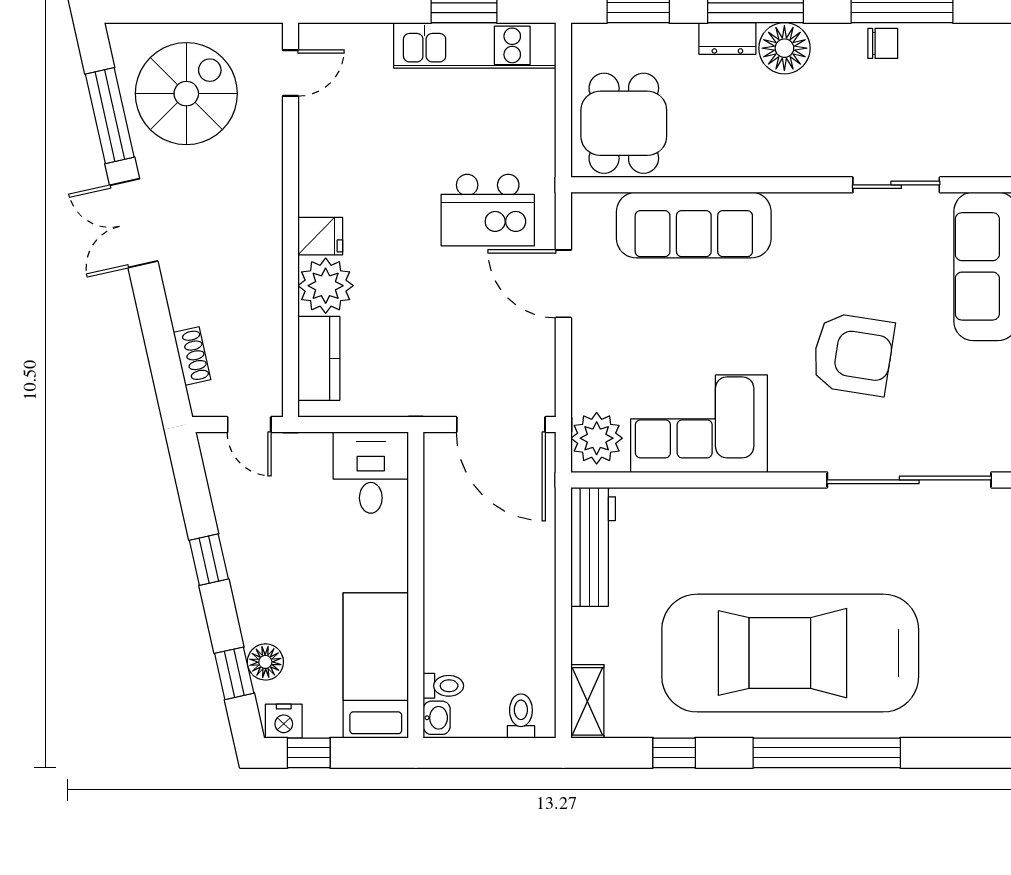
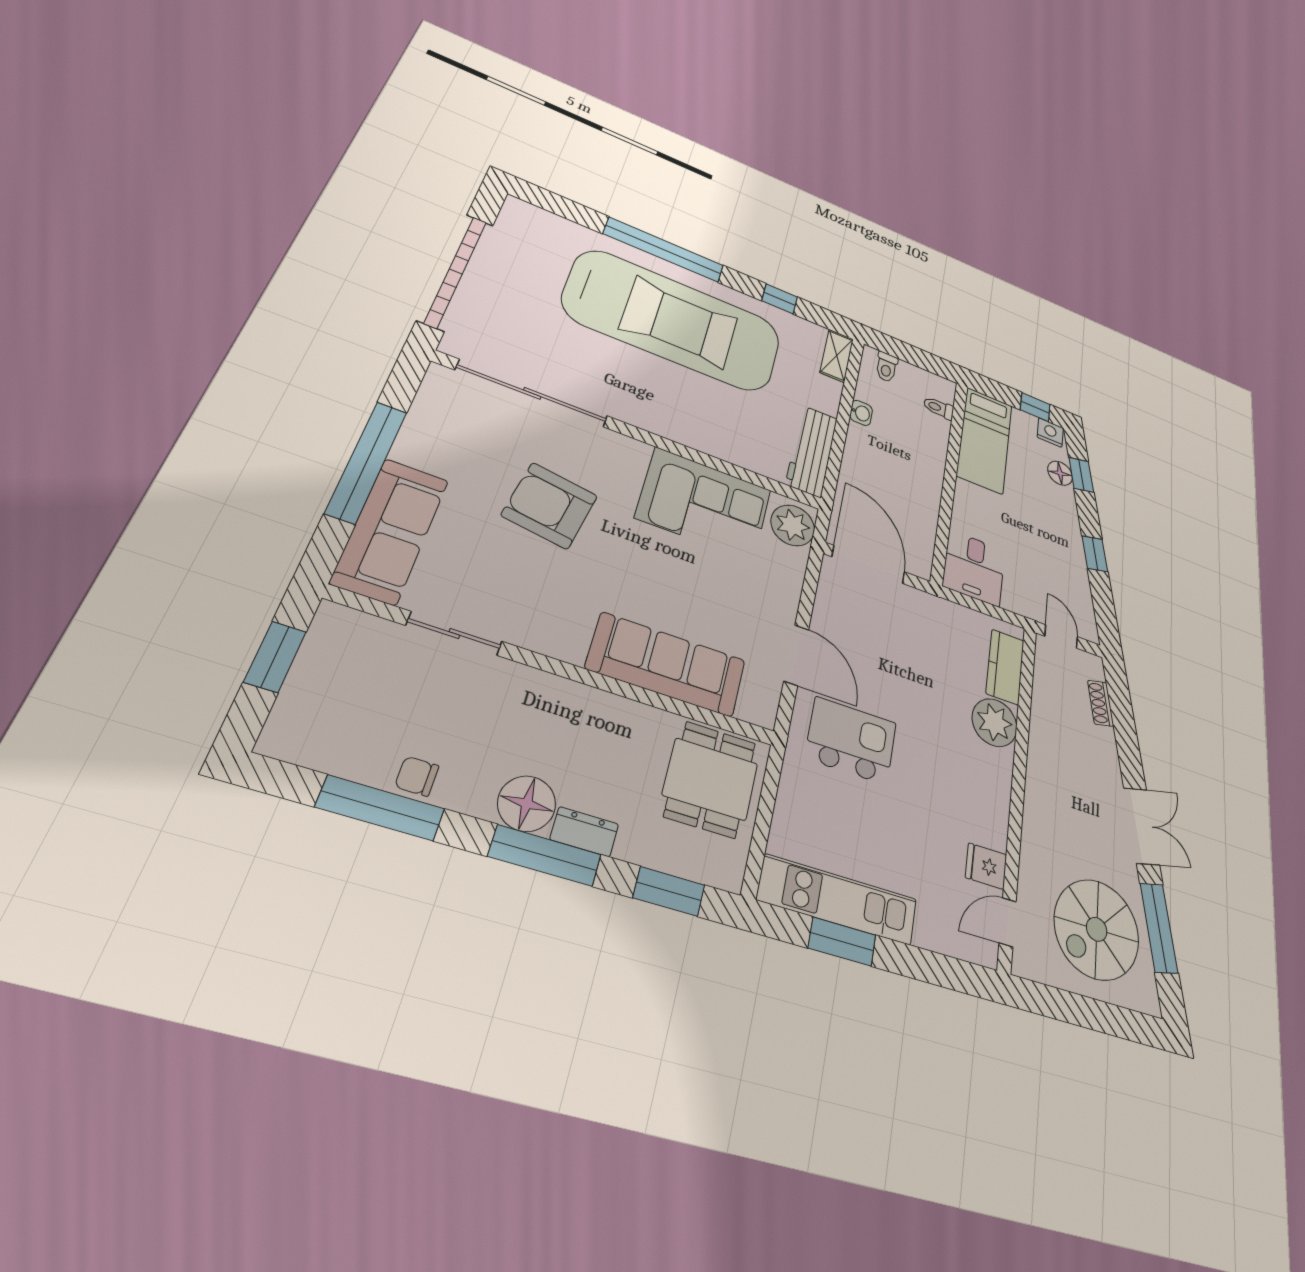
fridge: (320, 236) -> (986, 866), moved
washbasin: (437, 718) -> (861, 413), moved, turned 180

